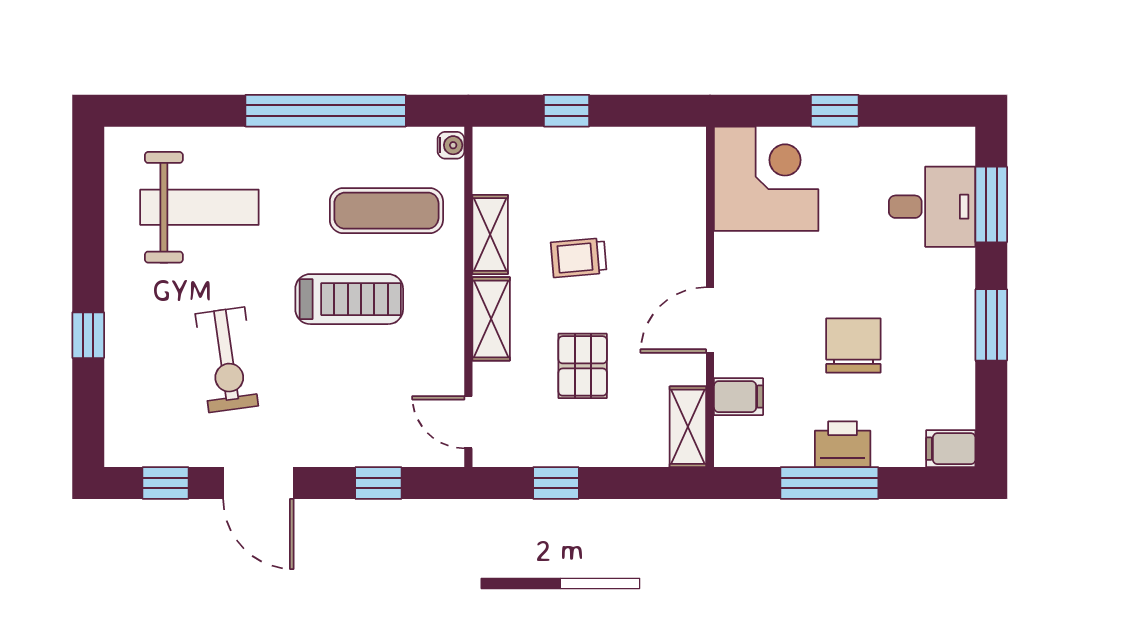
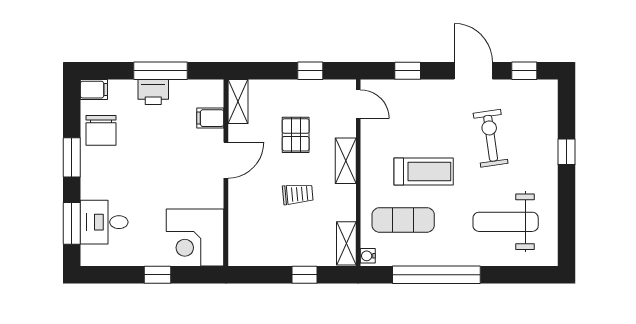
shelving: (490, 235) -> (346, 243), moved
treadmill: (349, 299) -> (424, 172), turned 180
chair: (853, 345) -> (101, 130), moved

